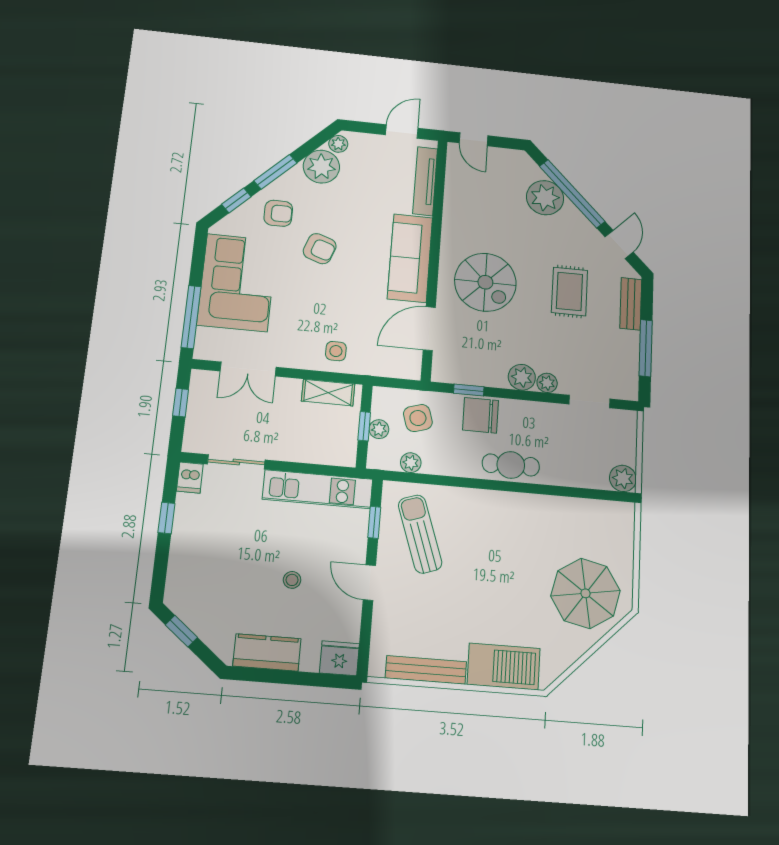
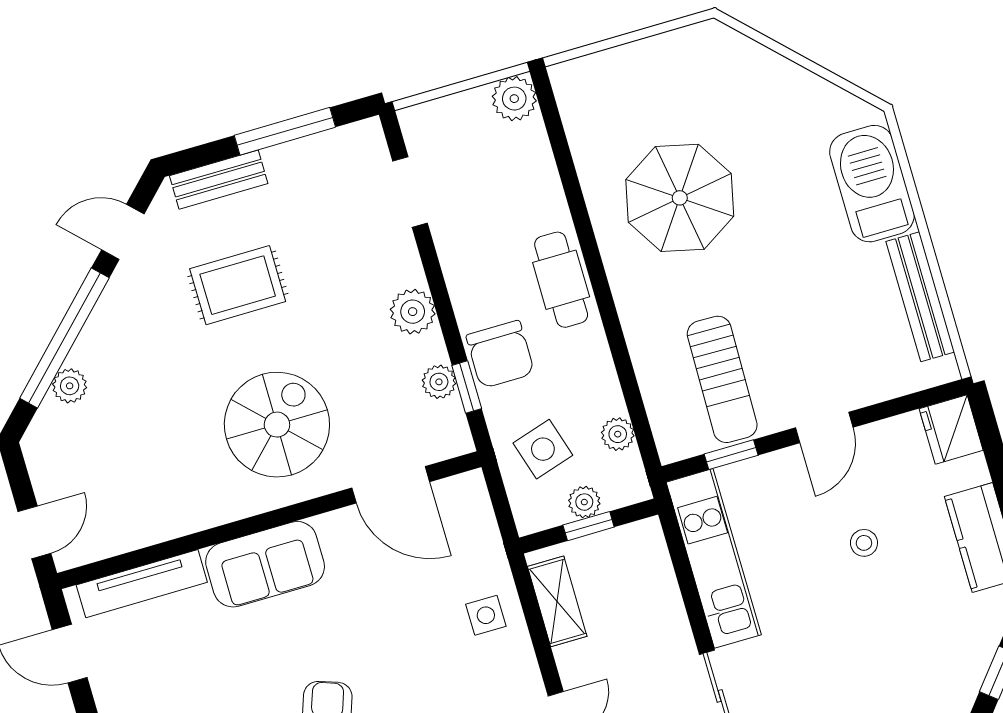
plant: (545, 198) -> (70, 386), width x0.53, depth x0.53
sofa: (410, 258) -> (265, 564), width x0.73
plant: (547, 383) -> (439, 382), moved
sun lounger: (420, 534) -> (722, 379), turned -70
parasol: (586, 593) -> (680, 198), moved

